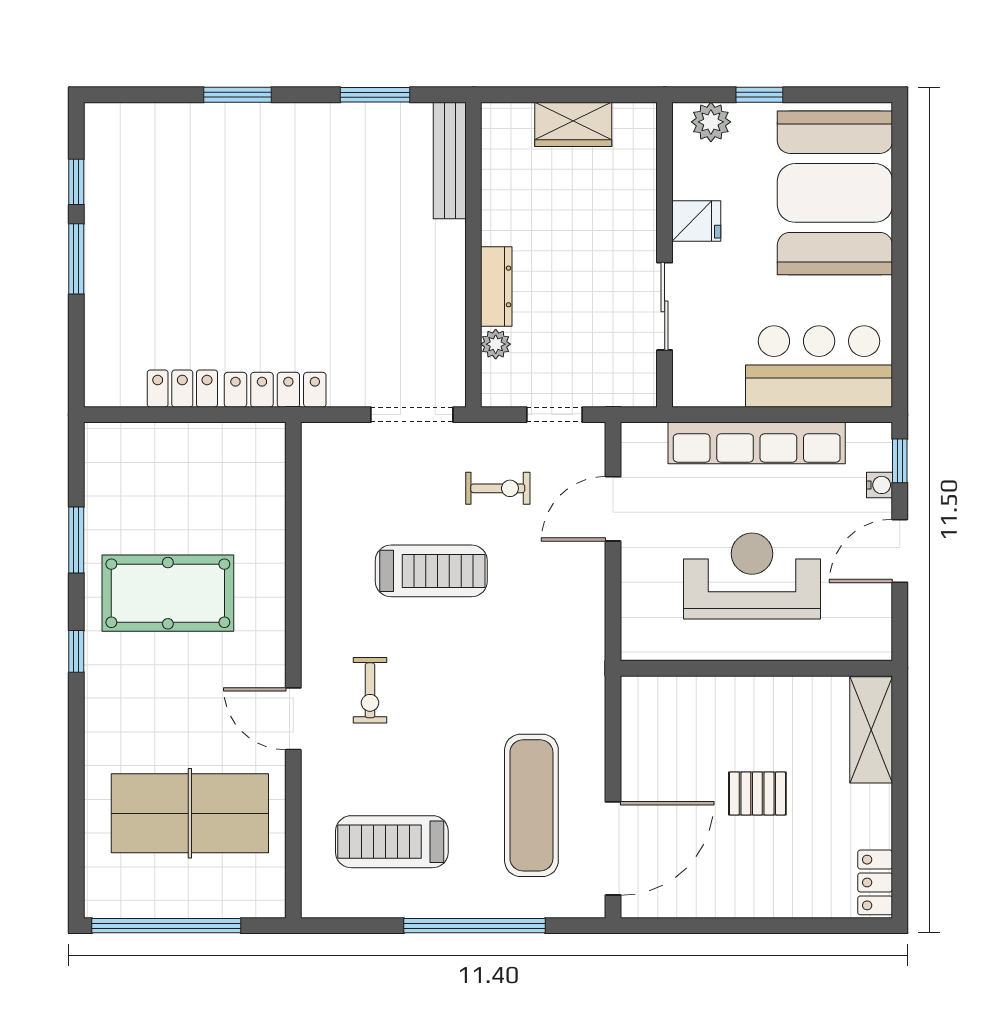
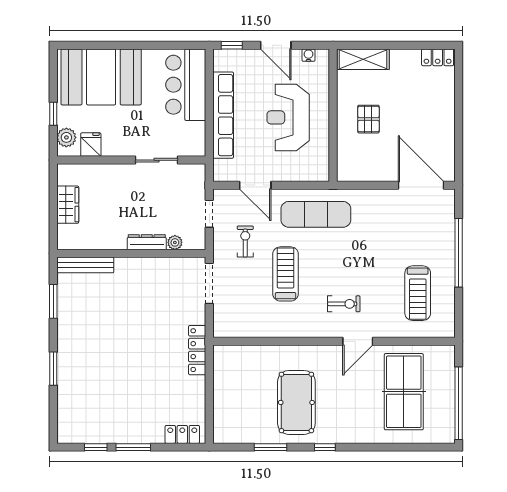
fridge: (696, 221) -> (91, 145), moved
locker: (182, 389) -> (182, 434), moved, turned 90
water cooler: (880, 485) -> (309, 55), moved
pallet: (757, 793) -> (368, 119), moved
exercise mat: (531, 805) -> (316, 214), moved

